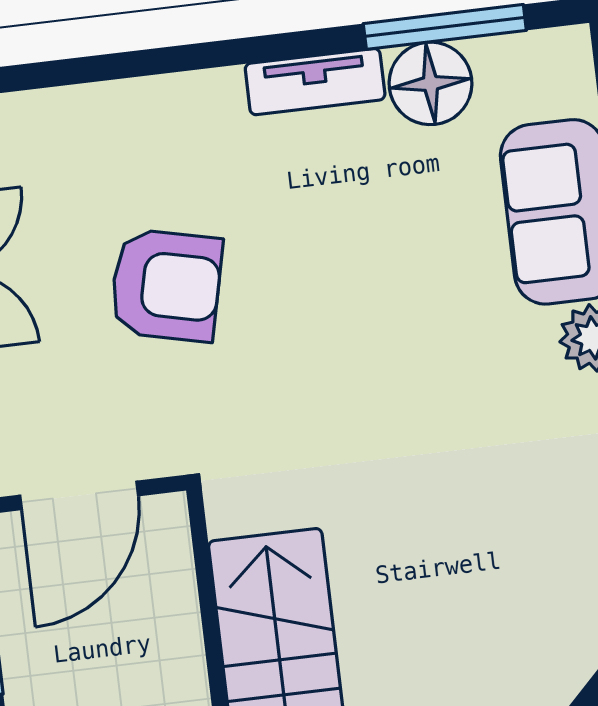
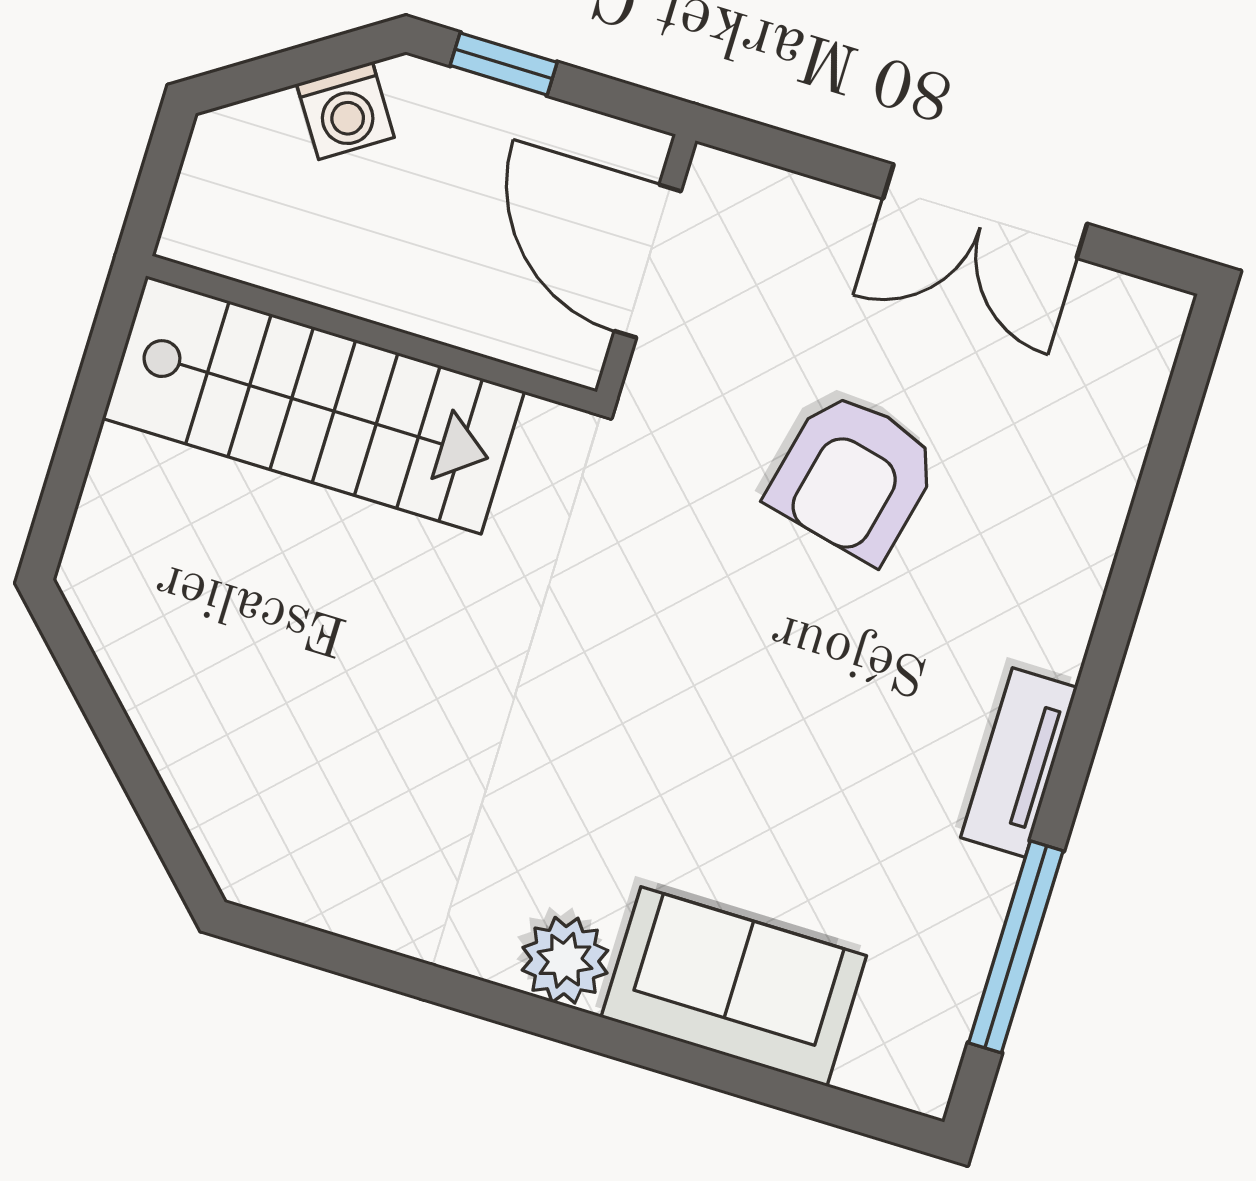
floor lamp: (431, 83) -> (956, 900), removed

